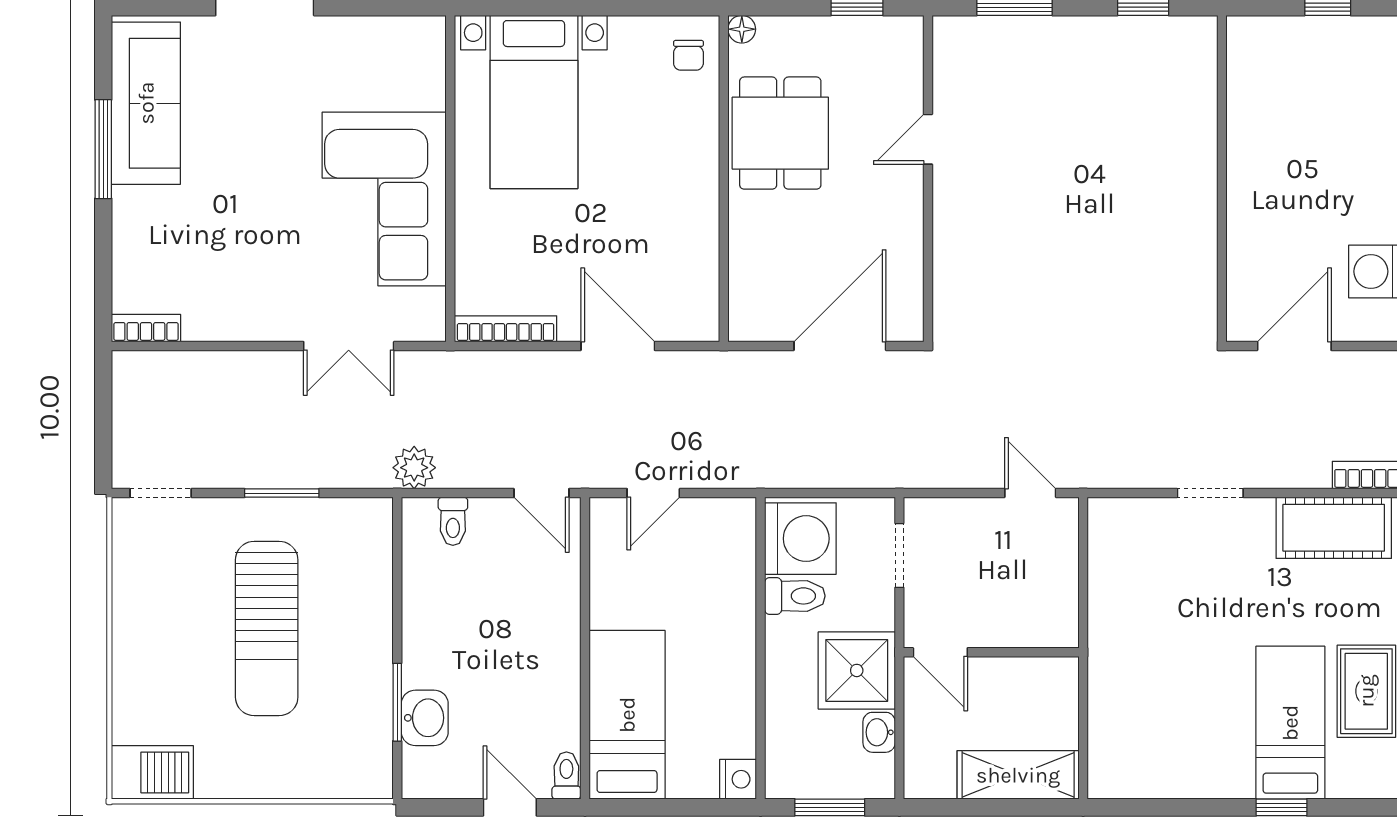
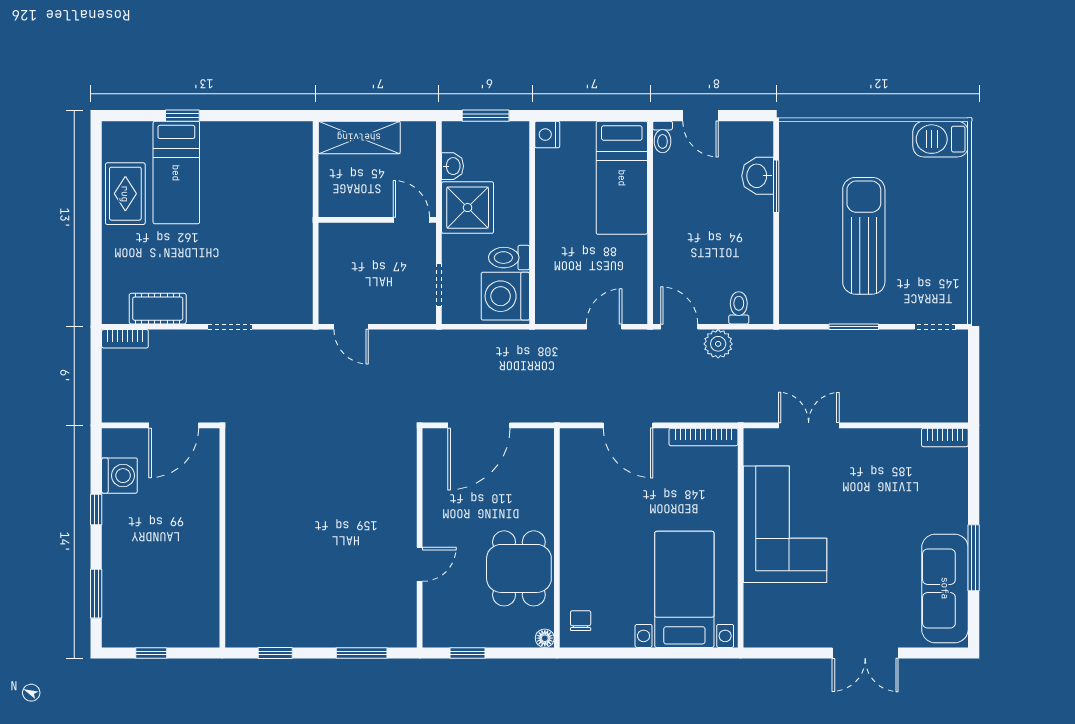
plant: (414, 468) -> (718, 344), moved
cot: (1334, 528) -> (158, 309), width x0.73, depth x0.75

